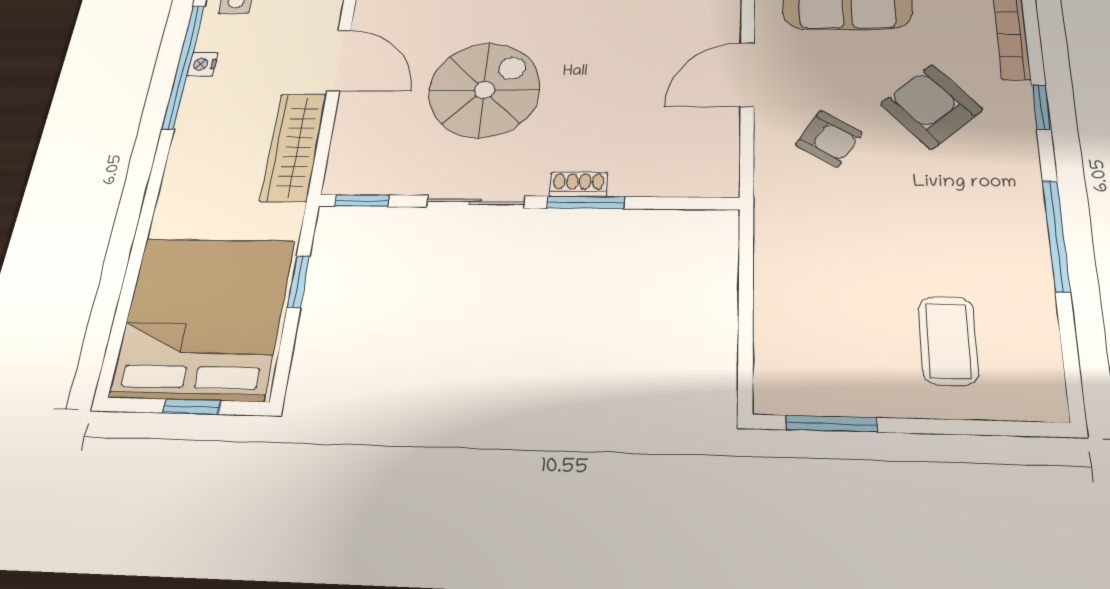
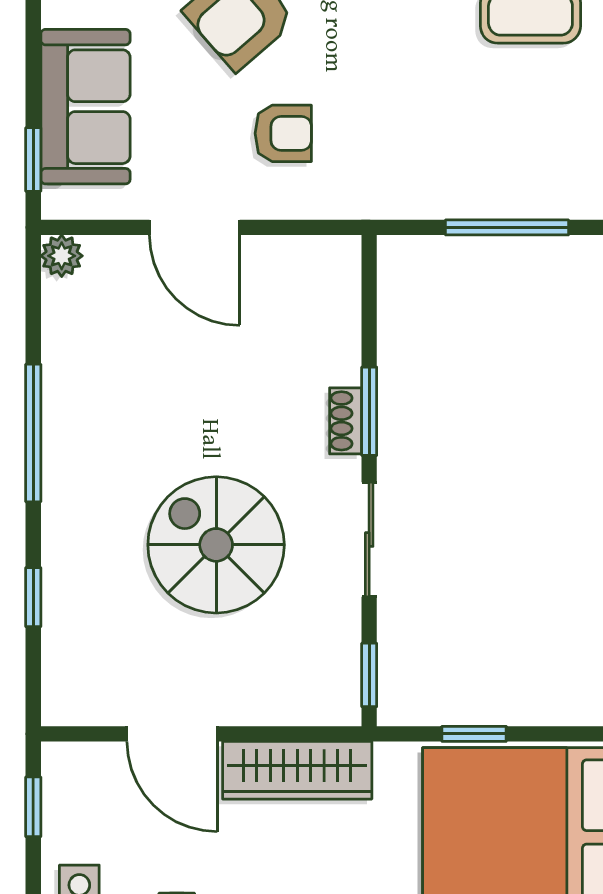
door: (339, 61) -> (172, 734), swing flipped
armchair: (829, 139) -> (283, 133), turned 58
window: (746, 316) -> (507, 227), added

